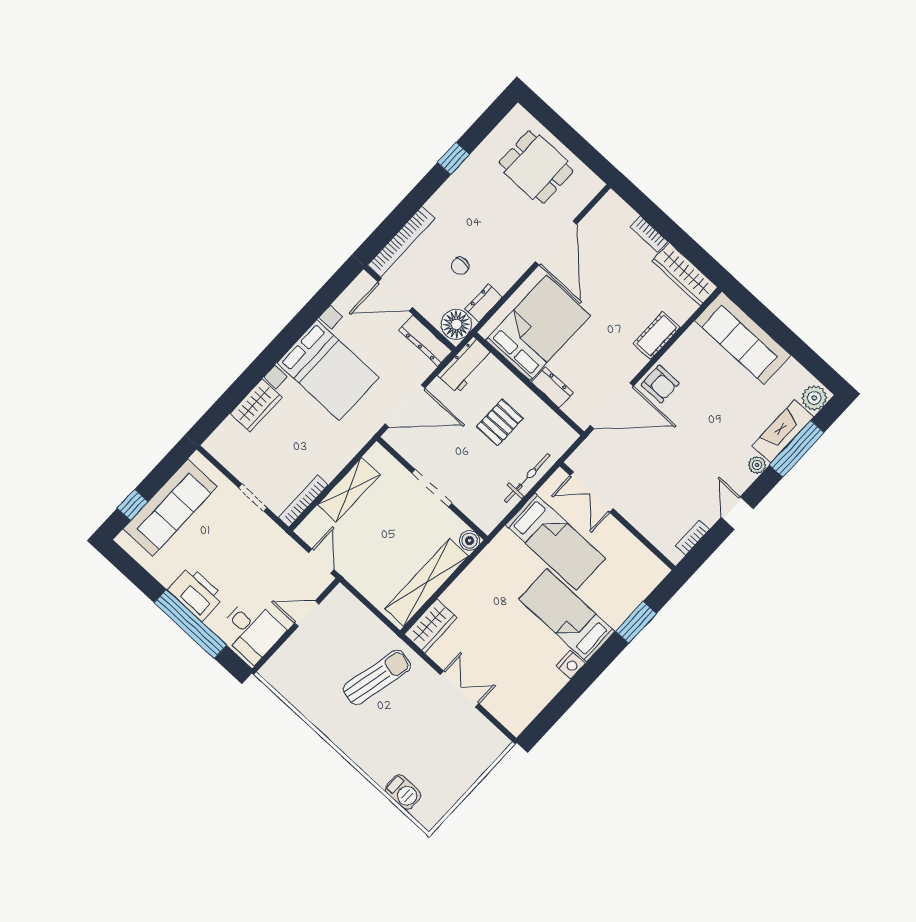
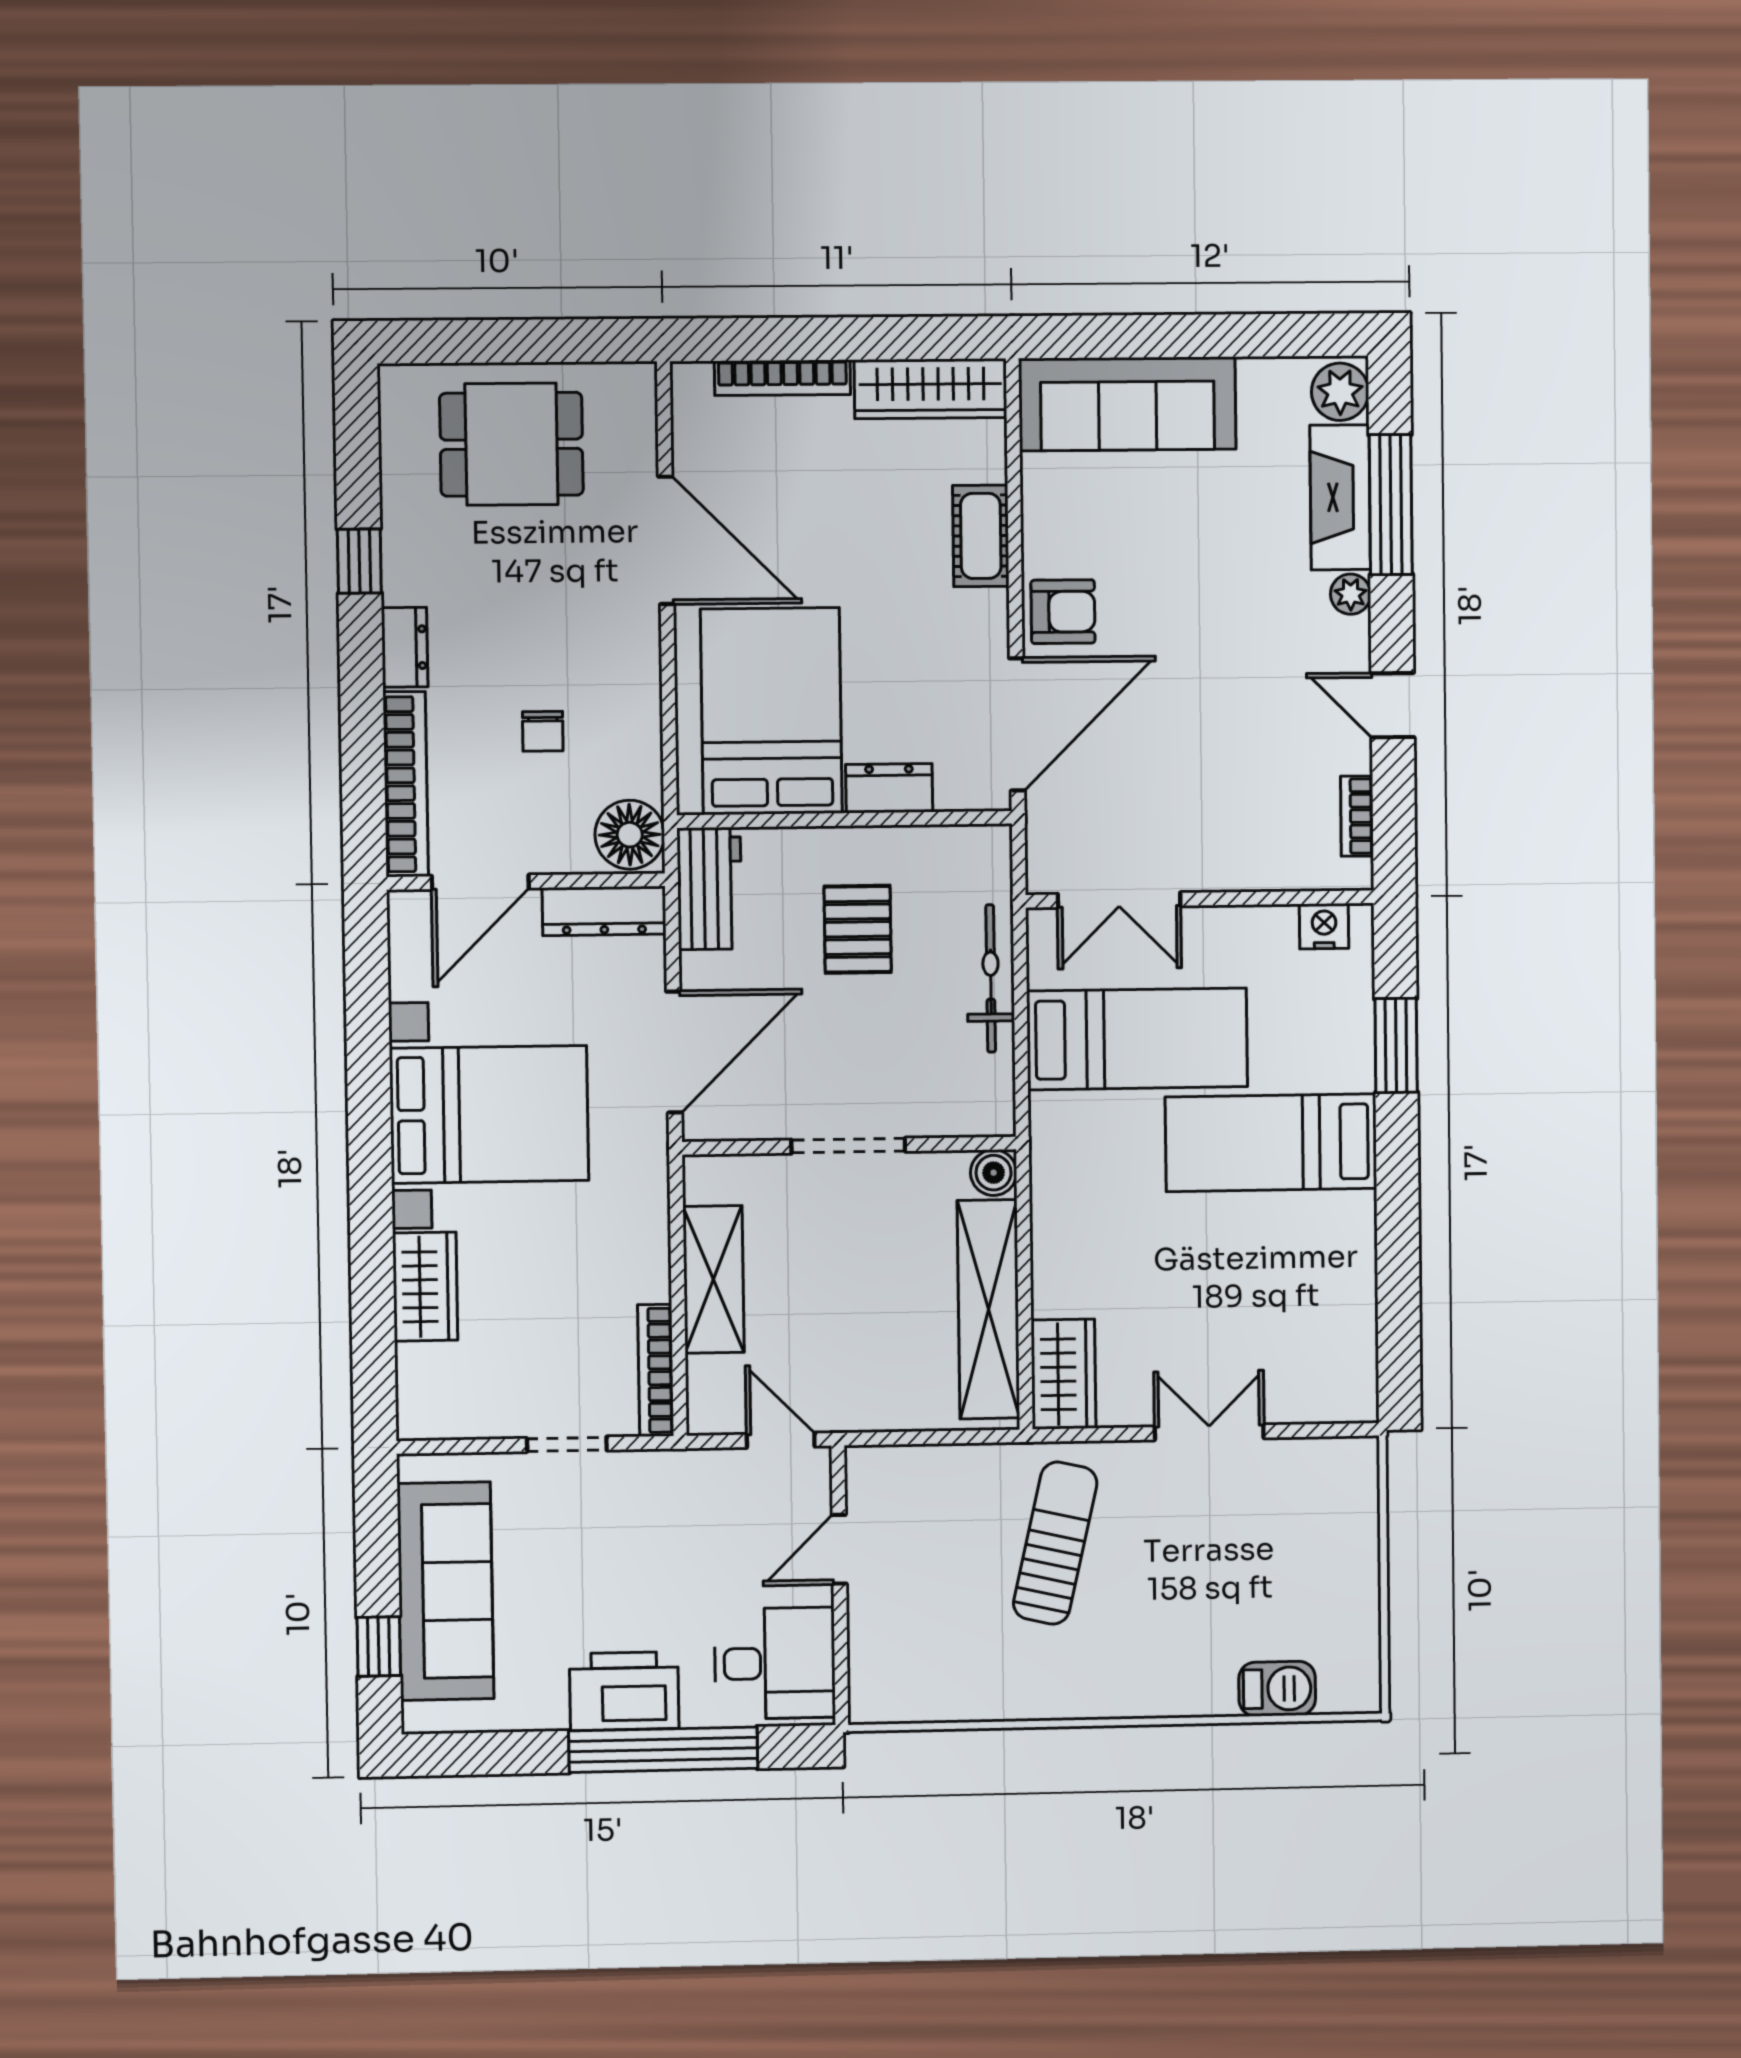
bookcase: (649, 234) -> (782, 378), width x1.56
dresser: (484, 303) -> (405, 647), moved, turned 180
nightstand: (571, 665) -> (1324, 926), moved, turned -90

